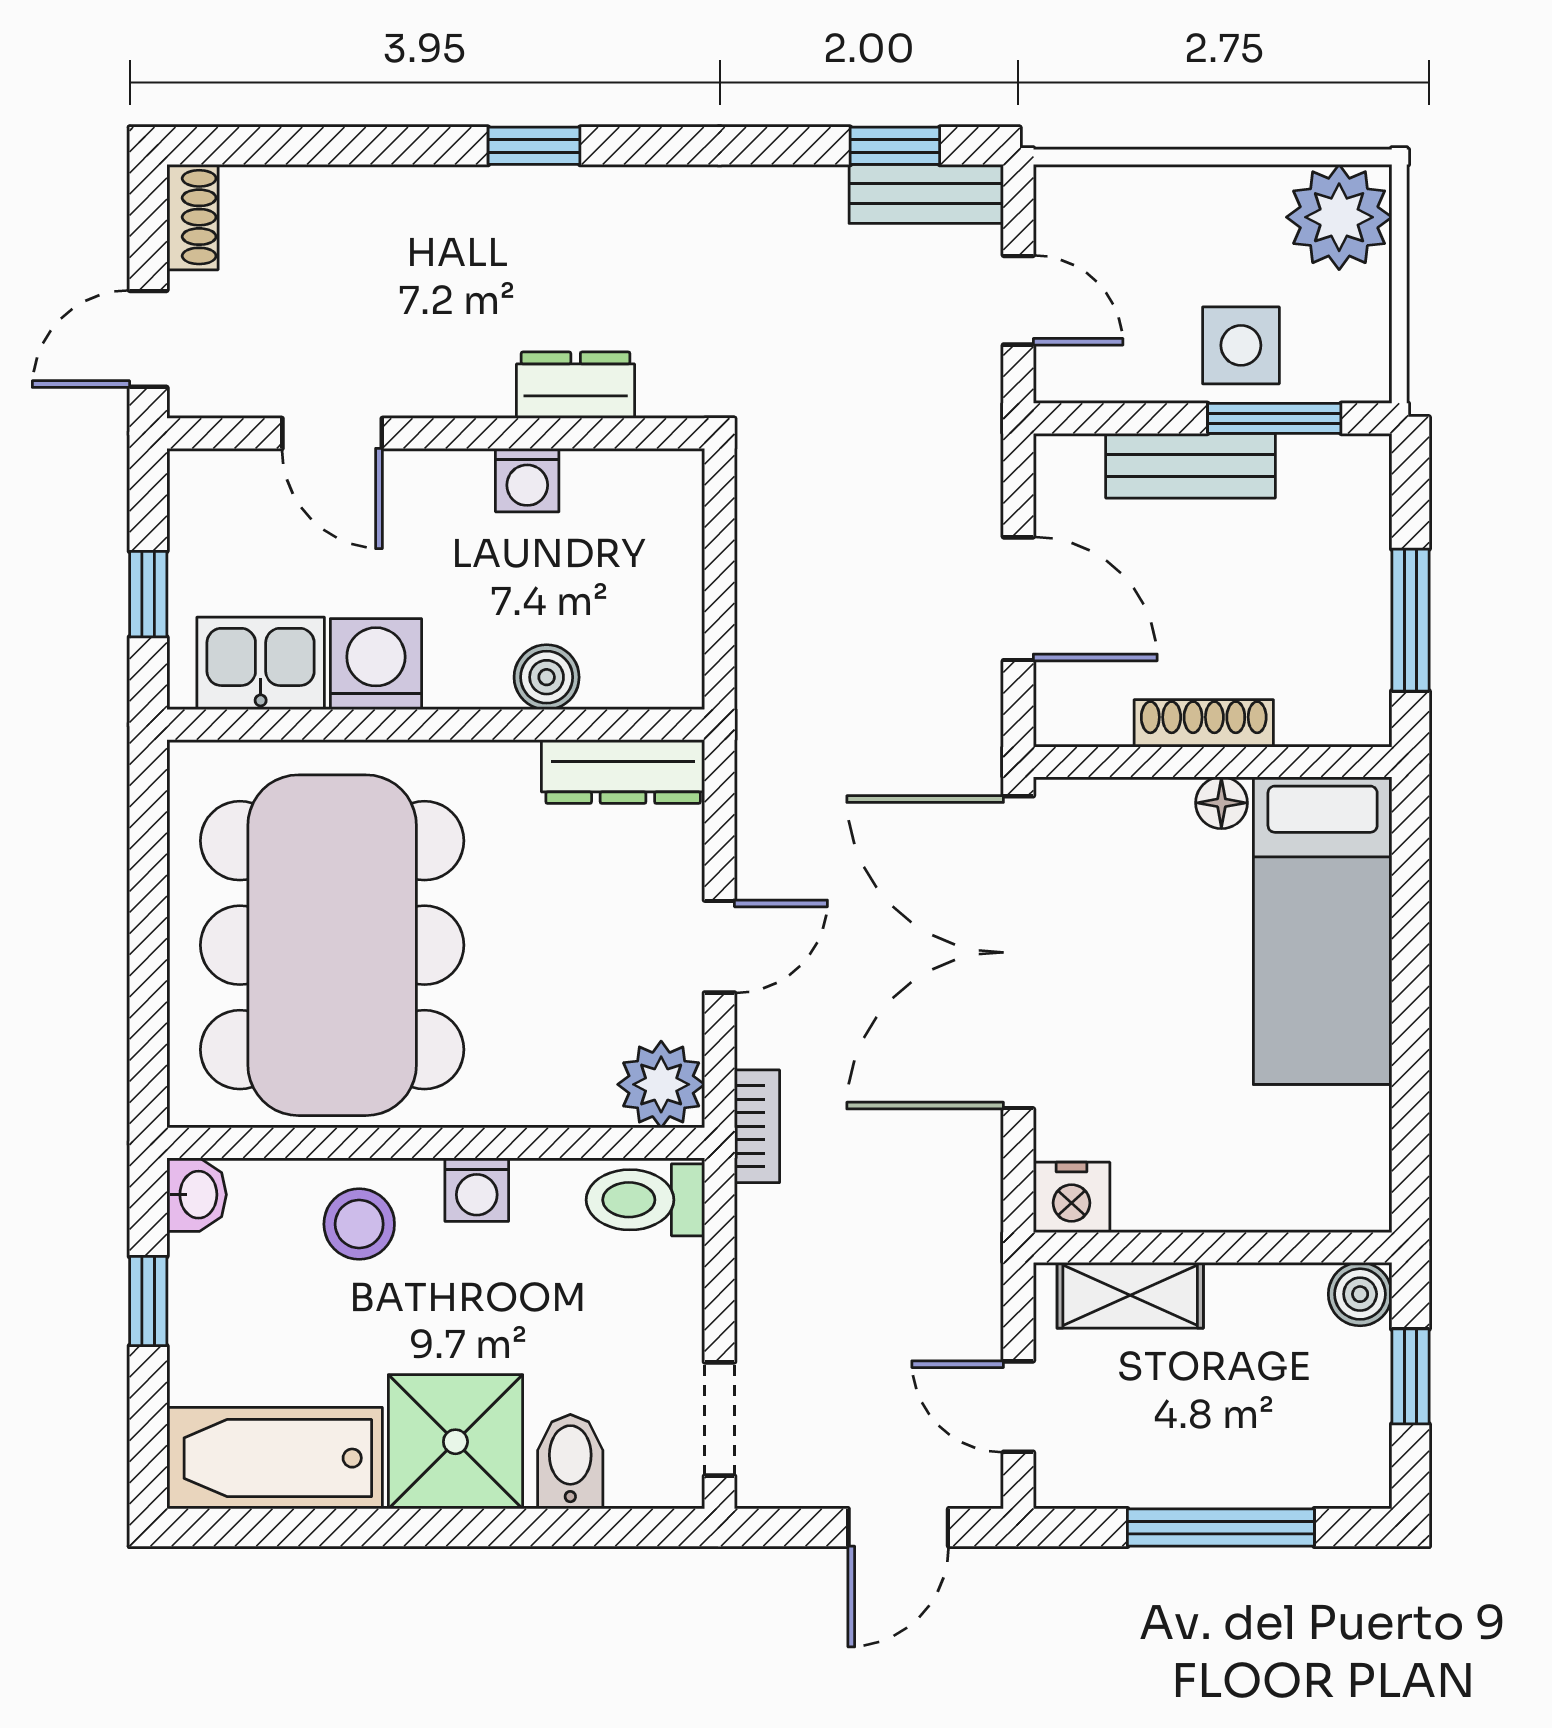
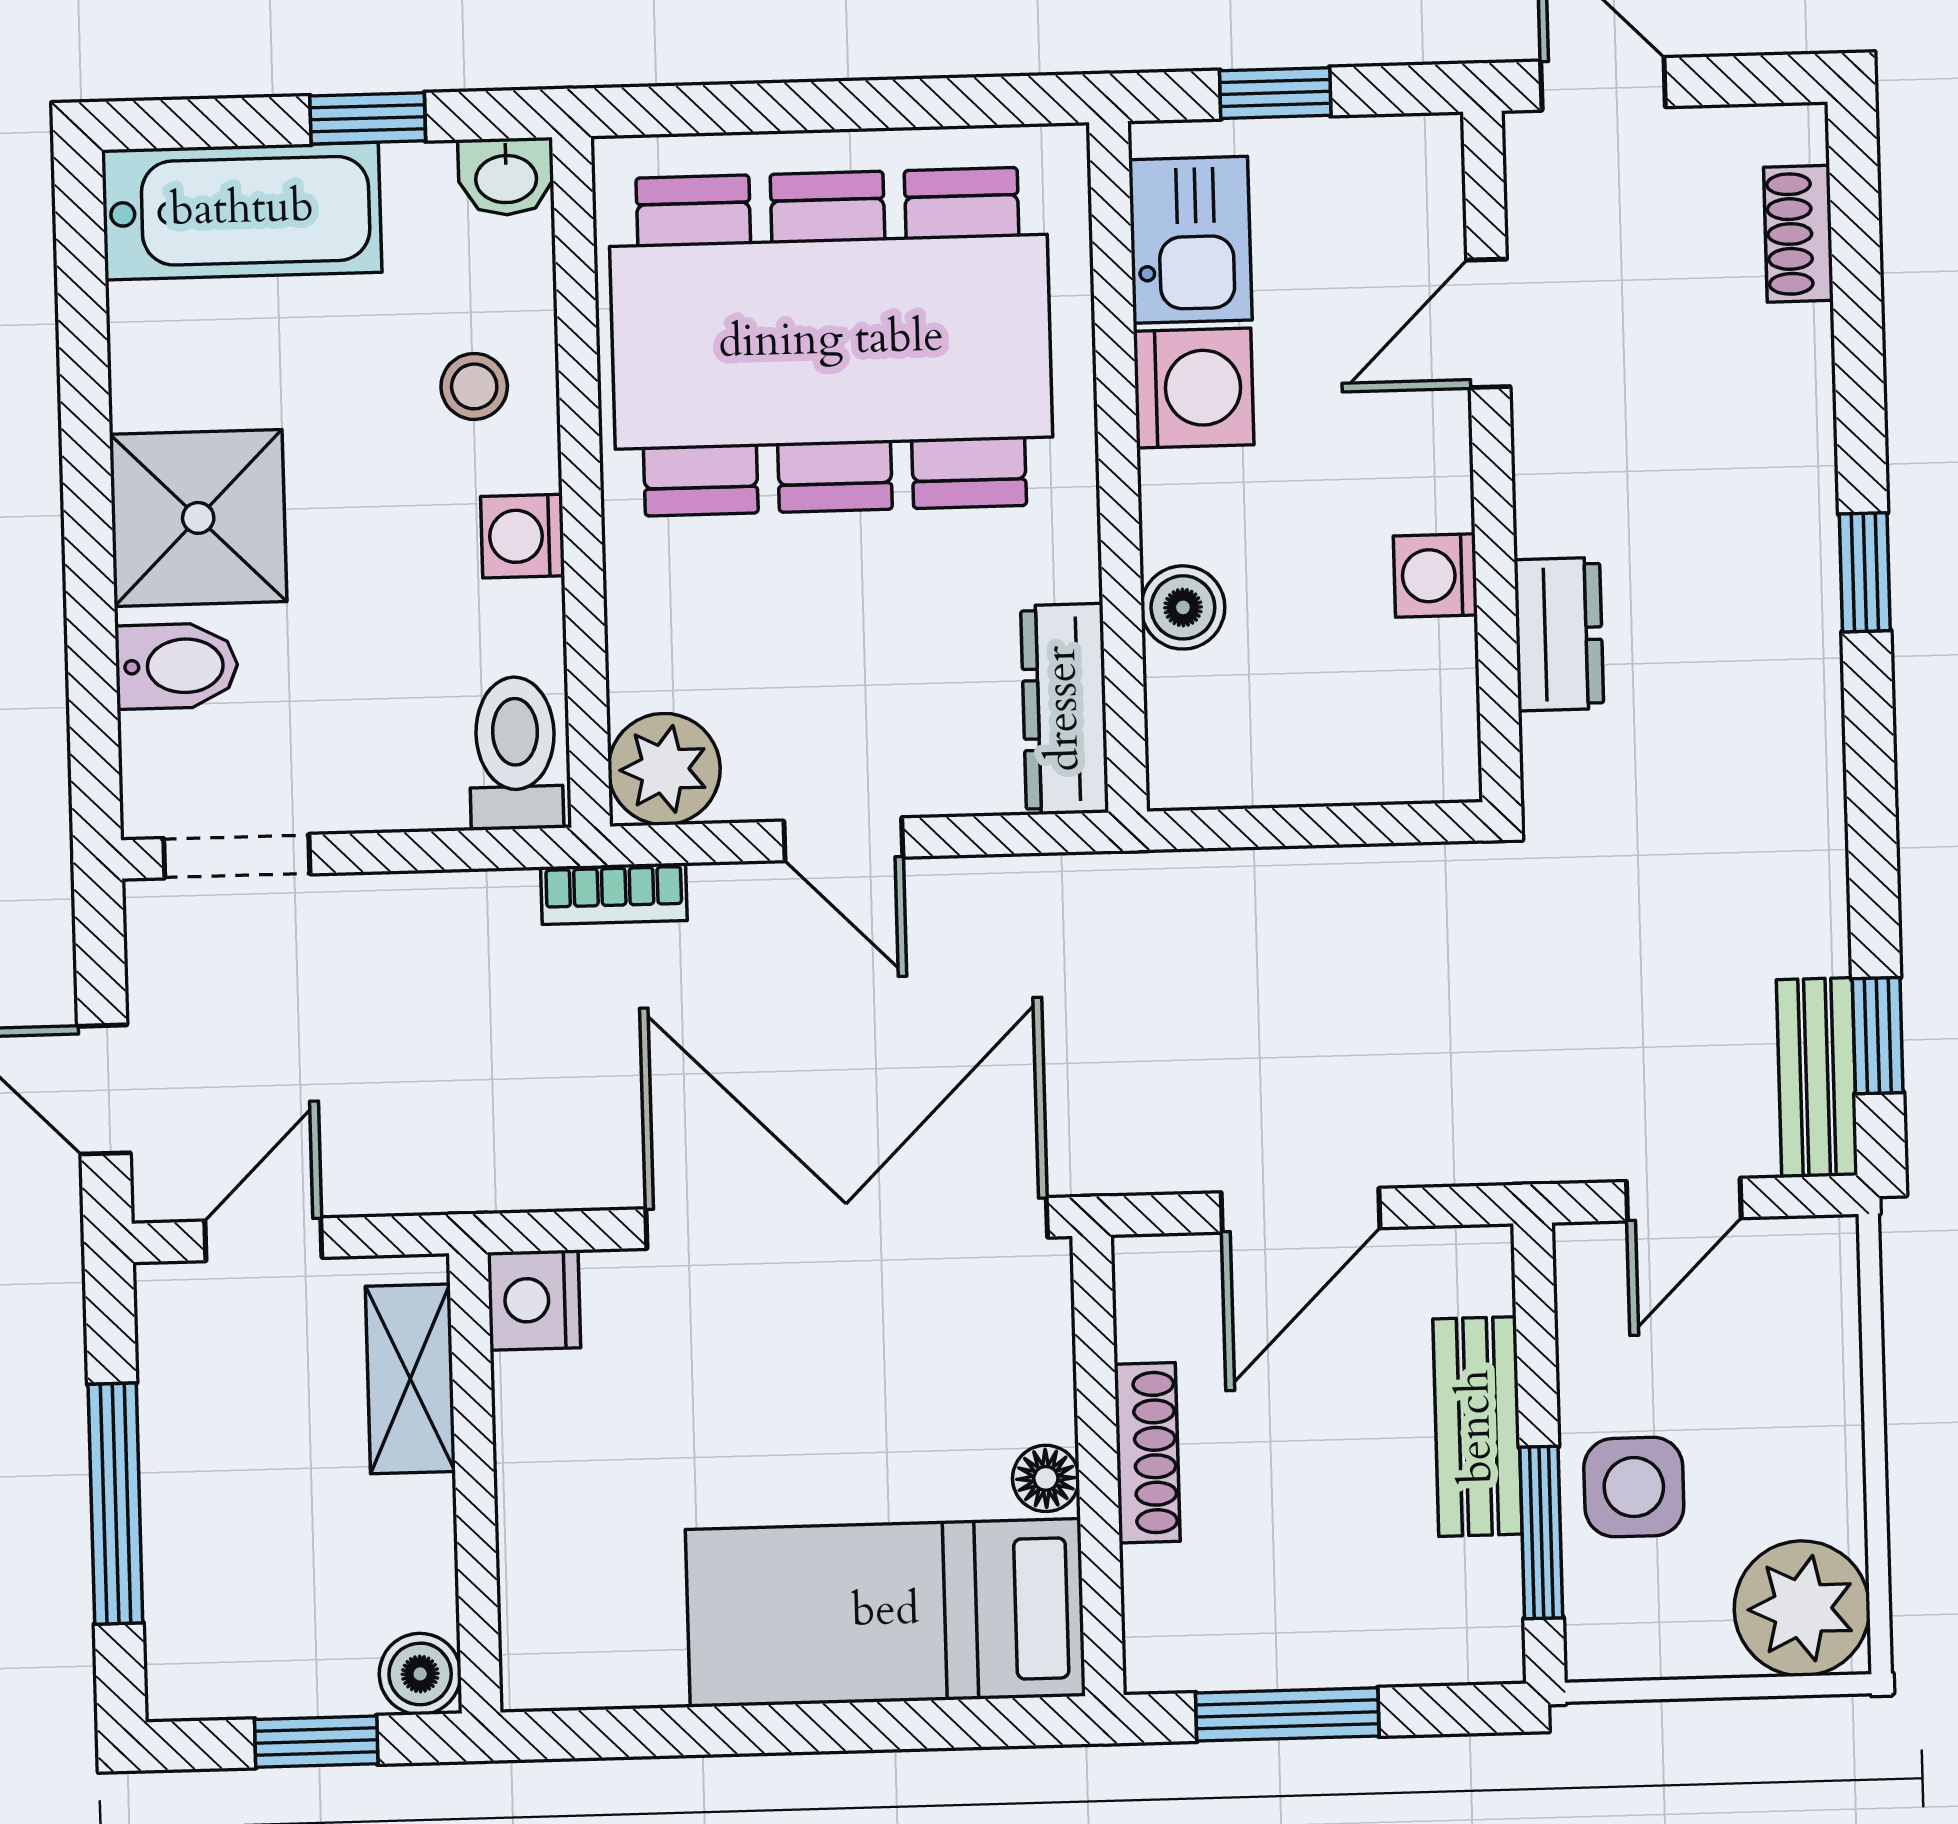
shoe rack: (192, 217) -> (1798, 234), moved, turned 90
stool: (359, 1224) -> (474, 386), width x0.73, depth x0.73
bathtub: (275, 1458) -> (242, 211), moved, turned 90

